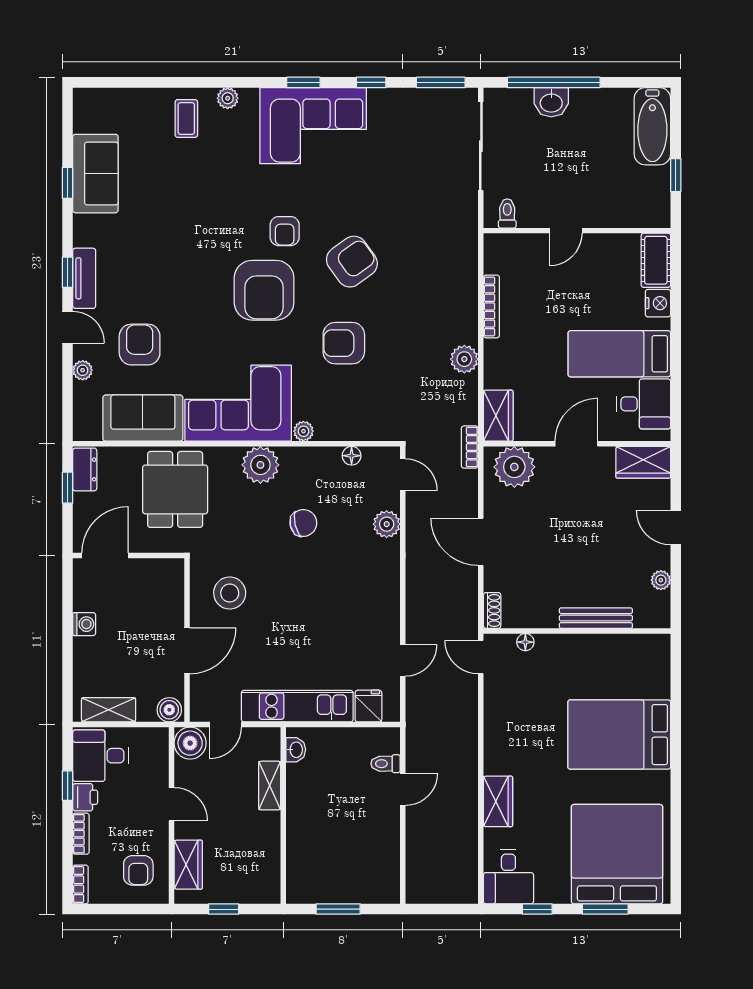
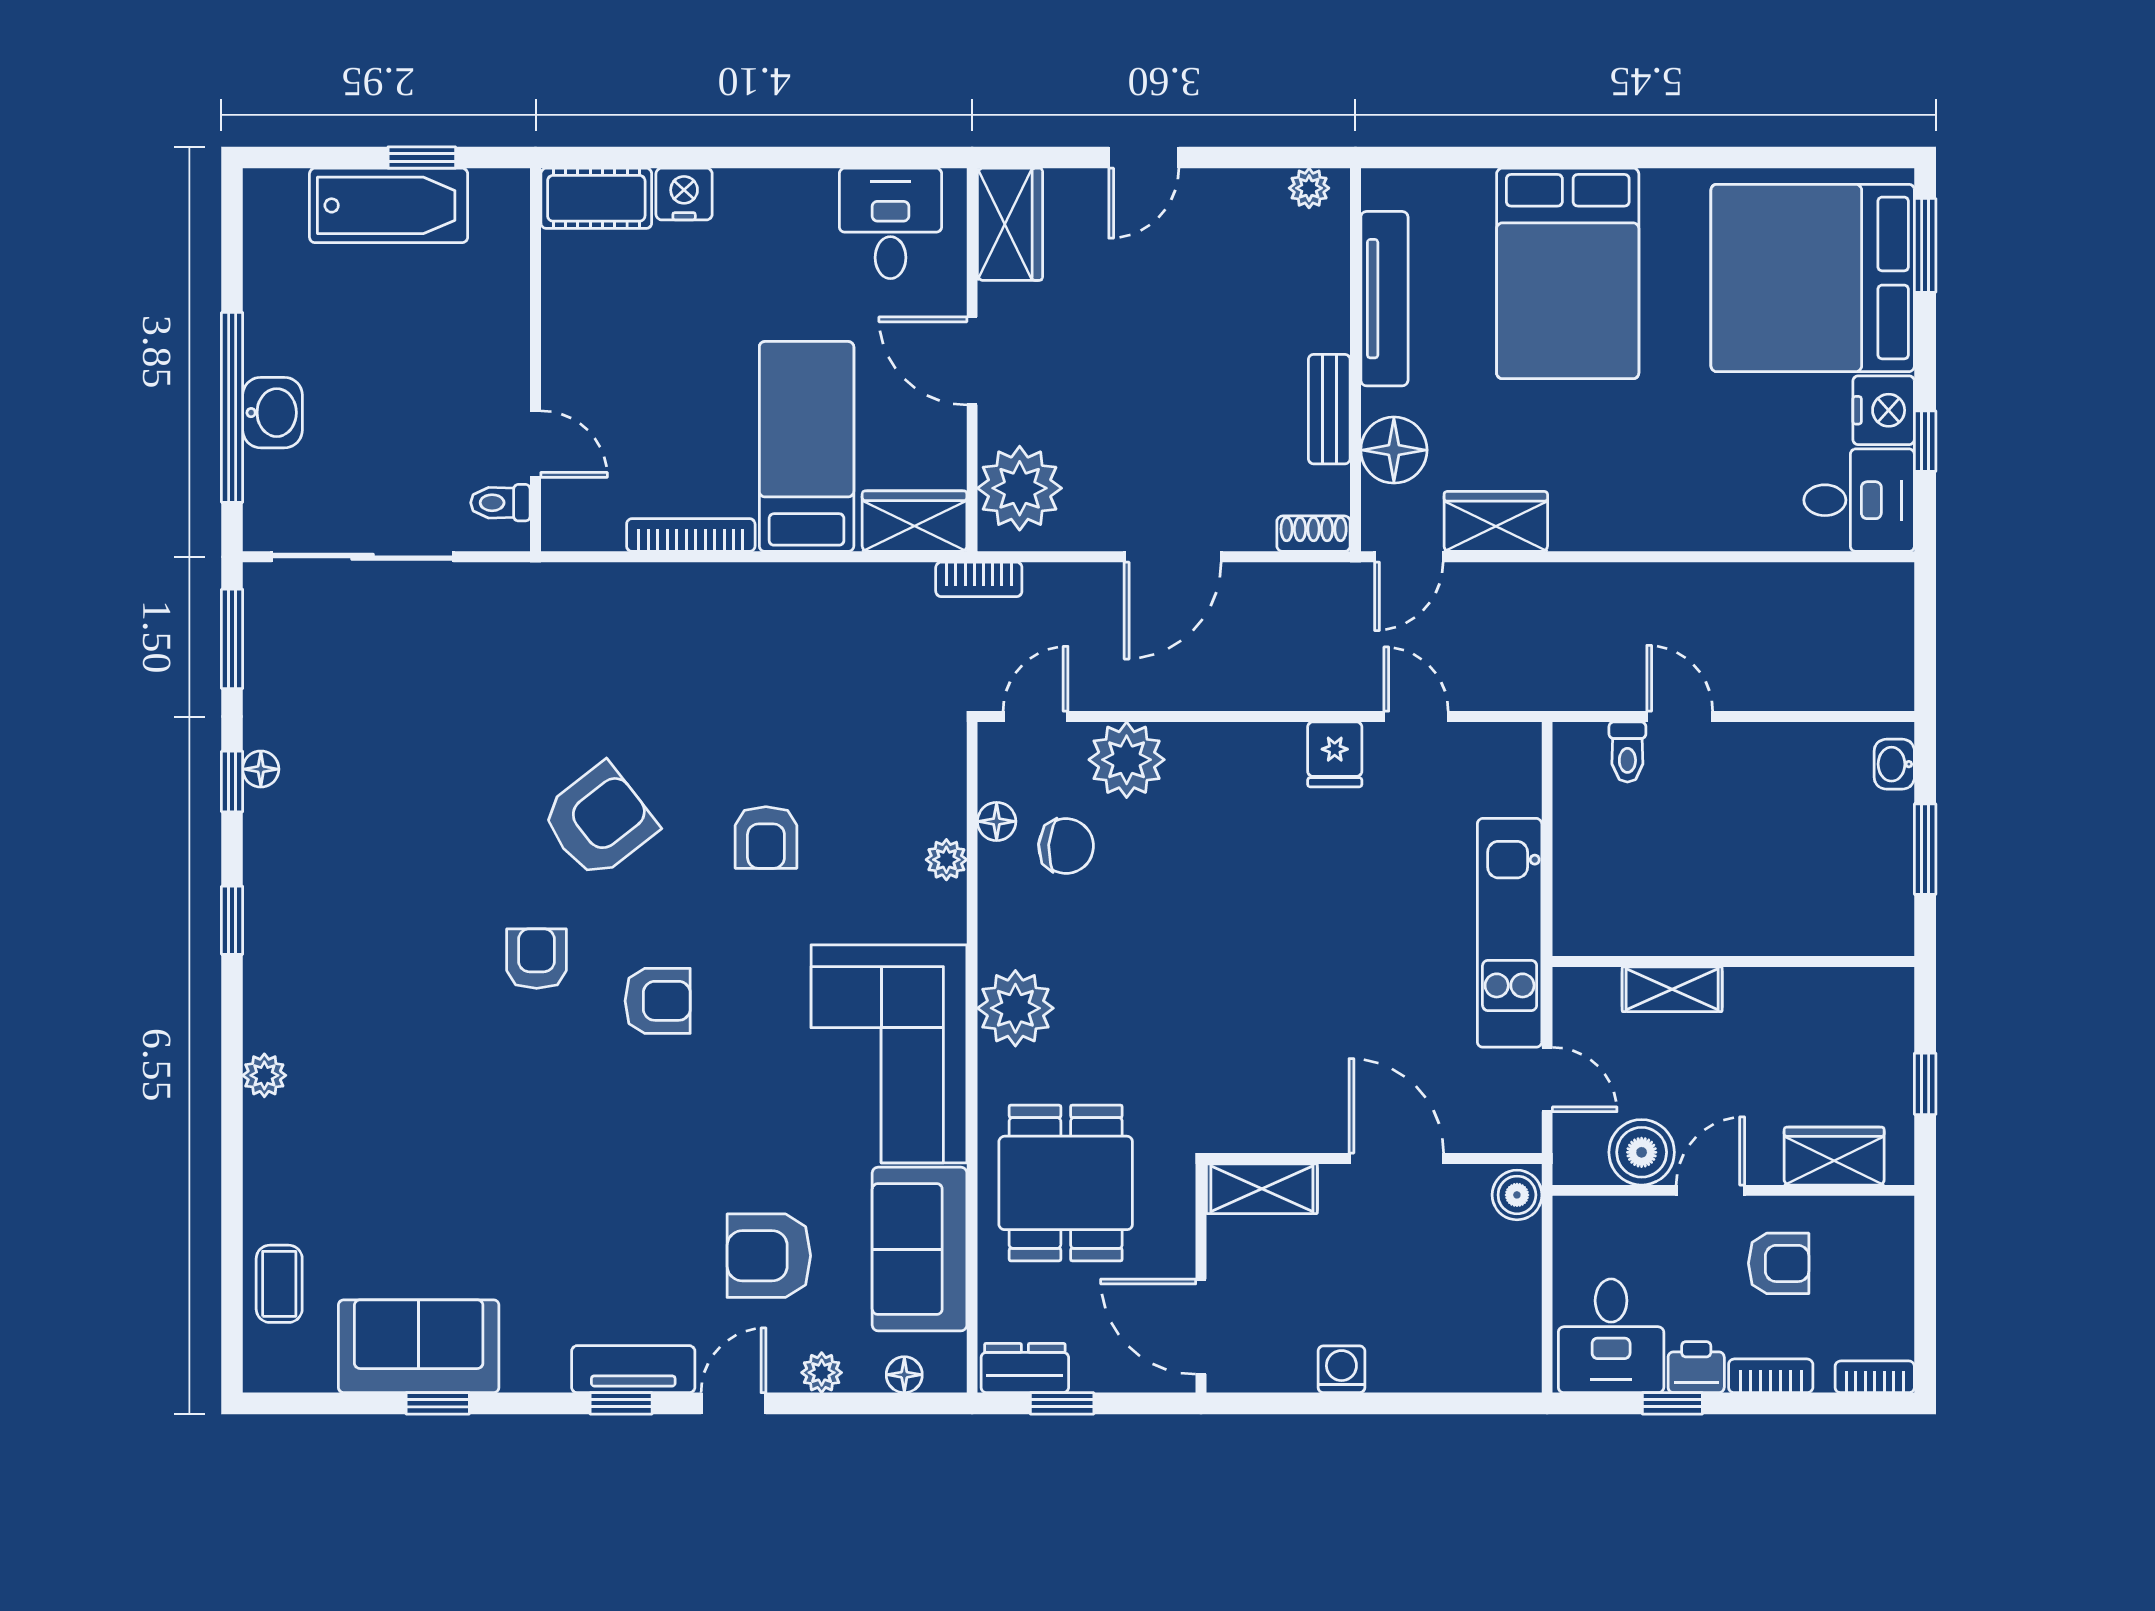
floor lamp: (377, 96) -> (261, 769), added
coffee table: (186, 118) -> (279, 1284), moved, turned 90
corner sofa: (313, 126) -> (321, 900), removed
bathtub: (652, 126) -> (389, 205), moved
armchair: (285, 231) -> (537, 959), turned -90
door: (566, 231) -> (536, 444), moved
armchair: (352, 262) -> (599, 821), turned 88
armchair: (264, 290) -> (658, 1001), width x0.53, depth x0.53
armchair: (344, 343) -> (766, 837), width x0.72, depth x0.72
bed: (619, 354) -> (807, 446), moved, turned 180
plant: (464, 359) -> (799, 591), removed
floor lamp: (81, 411) -> (904, 1375), added
plant: (303, 431) -> (946, 860), moved
dining table: (175, 489) -> (1066, 1183), turned 90
chair: (303, 523) -> (1066, 846), moved, turned 107
plant: (387, 524) -> (1127, 760), width x1.36, depth x1.36
plant: (661, 580) -> (1309, 188), moved
stool: (230, 593) -> (1278, 1071), removed
bench: (596, 618) -> (1329, 409), moved, width x0.73
floor lamp: (525, 642) -> (1394, 450), width x1.89, depth x1.89
tv unit: (607, 645) -> (1384, 299), added
fridge: (368, 706) -> (1335, 754), moved, turned -90
shelving: (109, 710) -> (1262, 1189), moved, turned 90
boiler: (190, 743) -> (1642, 1152), moved
washbasin: (296, 750) -> (1894, 764), moved, turned -90
wardrobe: (498, 801) -> (1496, 521), moved
armchair: (138, 870) -> (1779, 1263), moved
nightstand: (552, 889) -> (1884, 410), added
window: (605, 909) -> (1925, 245), moved

